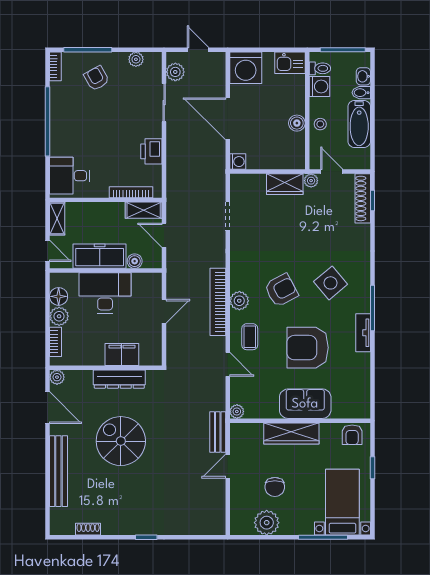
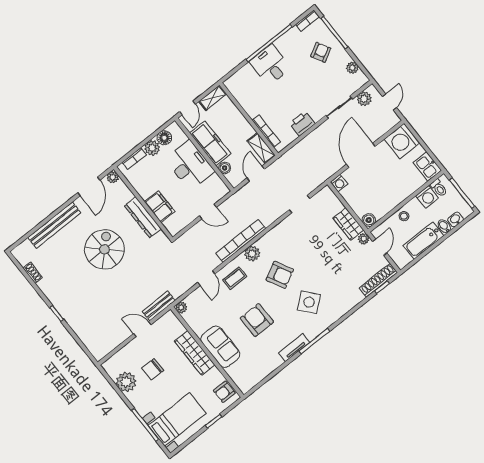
boiler: (297, 123) -> (369, 220), moved
desk: (70, 176) -> (270, 65), moved
armchair: (308, 348) -> (257, 320), width x0.73, depth x0.73

